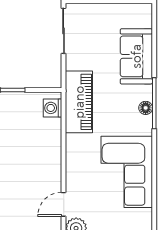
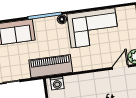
floor lamp: (146, 108) -> (62, 19), moved
door: (64, 204) -> (120, 67), swing flipped

